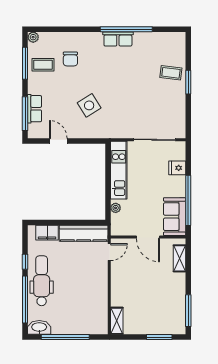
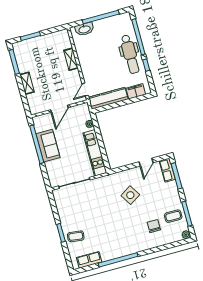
row of seats: (118, 39) -> (89, 260), moved
row of seats: (35, 109) -> (167, 170), moved
door: (58, 141) -> (146, 162), hinge flipped
fridge: (177, 168) -> (52, 166), removed
sofa: (175, 217) -> (48, 146), moved
door: (148, 237) -> (59, 109), swing flipped
shelving: (180, 258) -> (27, 83), moved
shelving: (117, 321) -> (71, 59), moved
washbasin: (39, 327) -> (84, 29), moved

